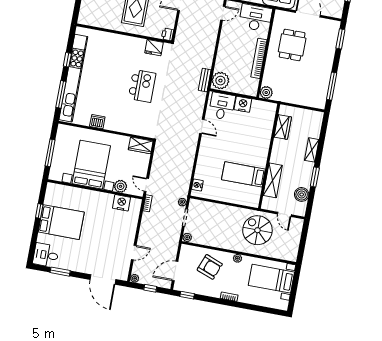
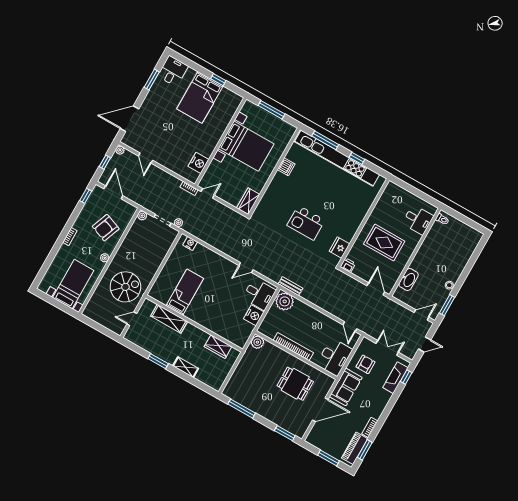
plant: (121, 186) -> (215, 168), removed
boiler: (302, 194) -> (145, 342), removed

